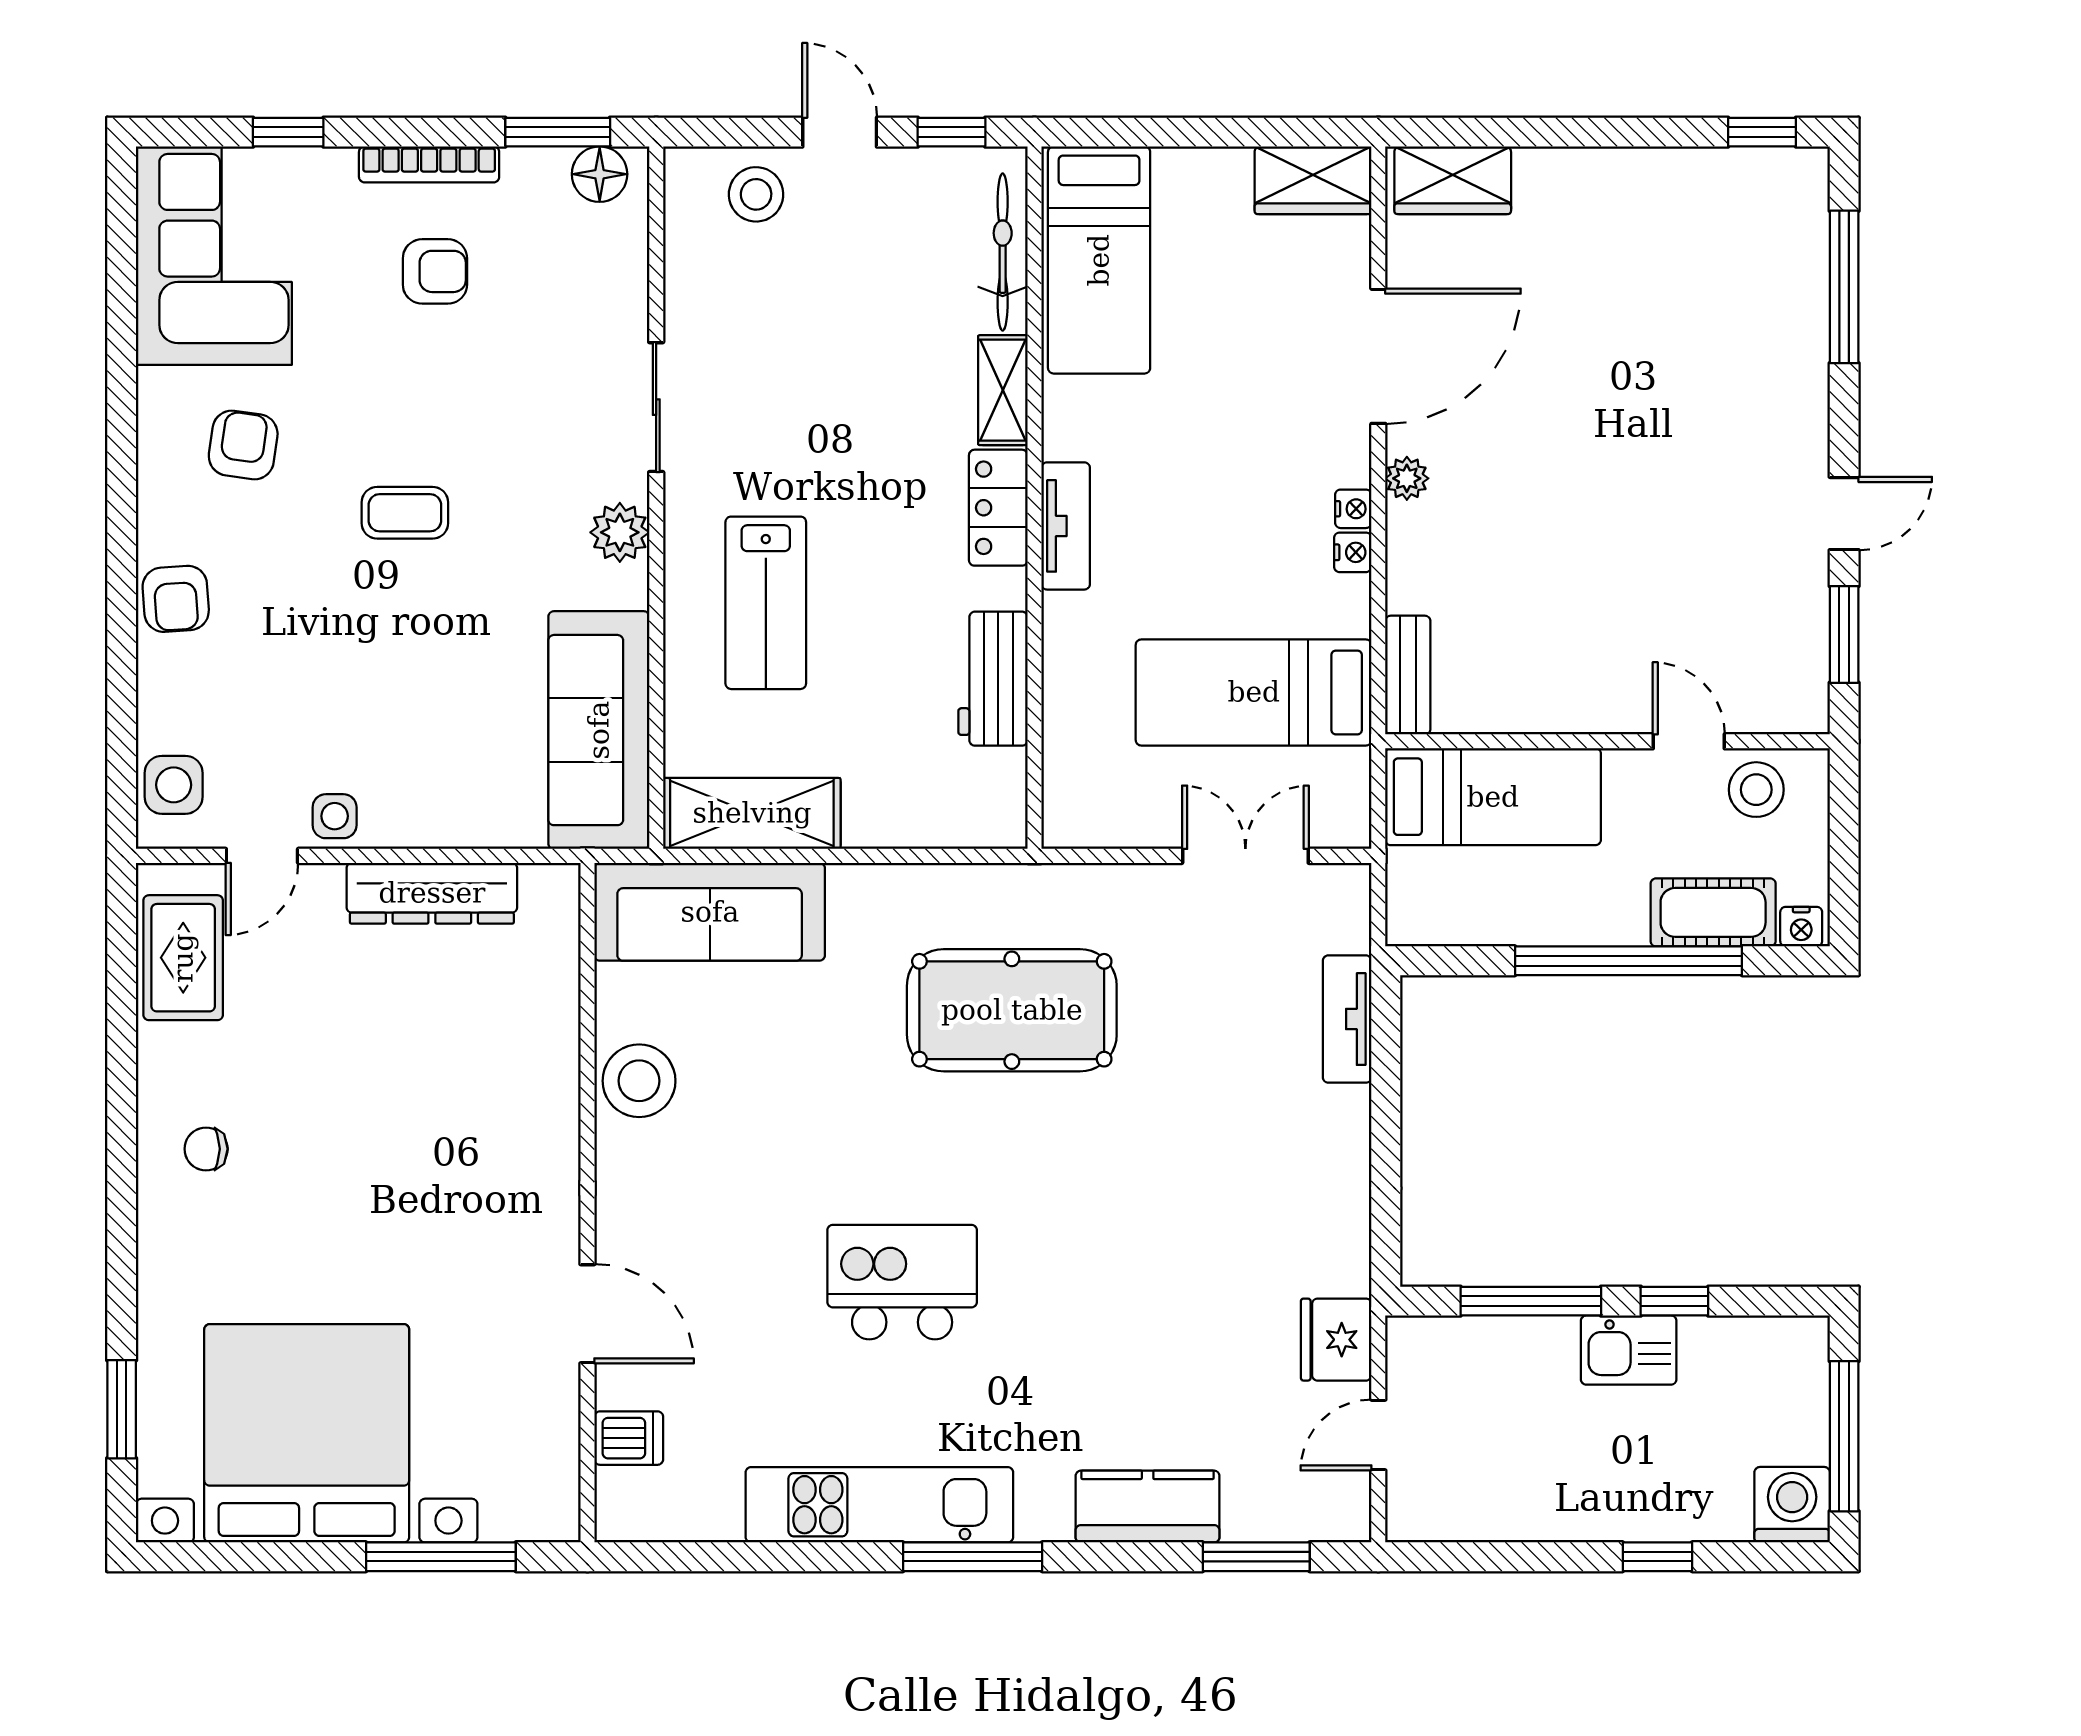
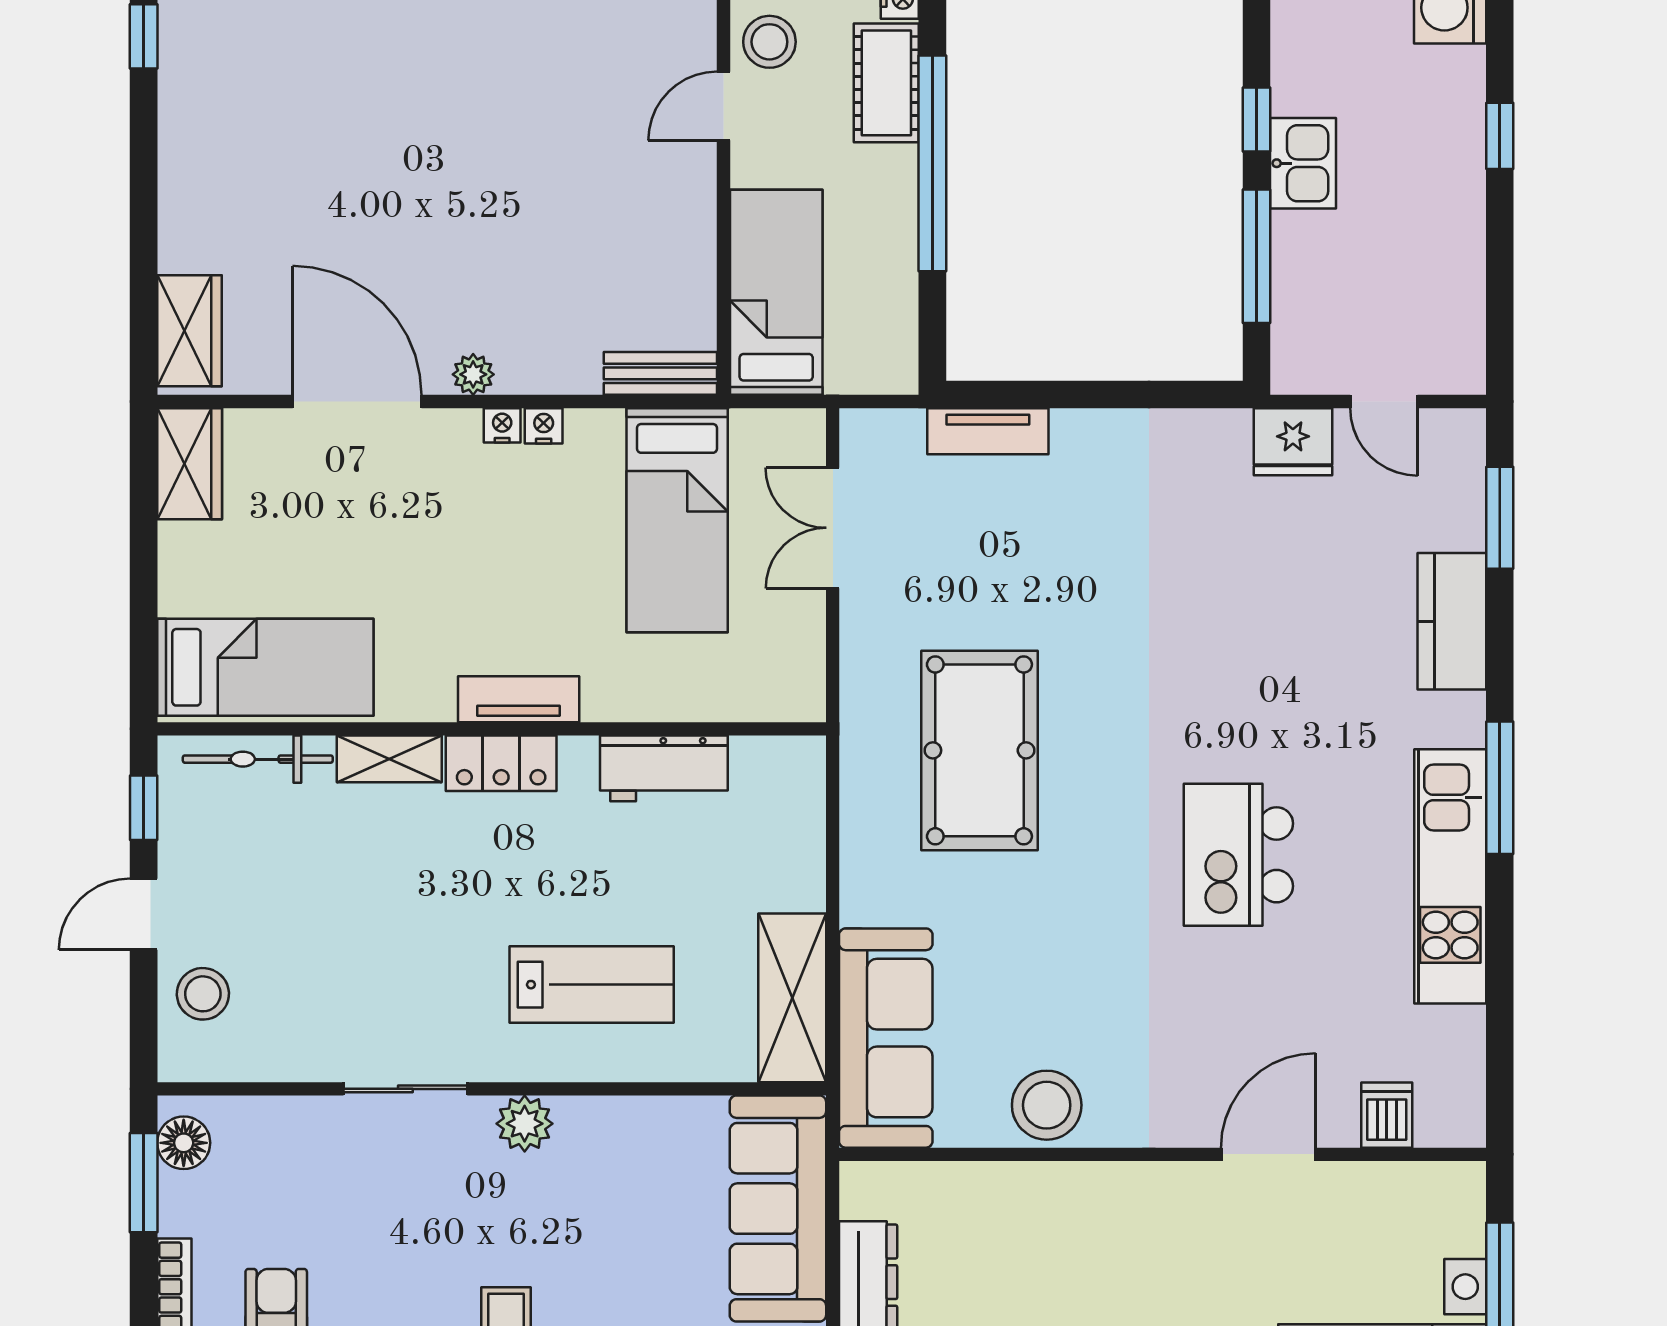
sofa: (599, 730) -> (778, 1209), moved, turned 90

